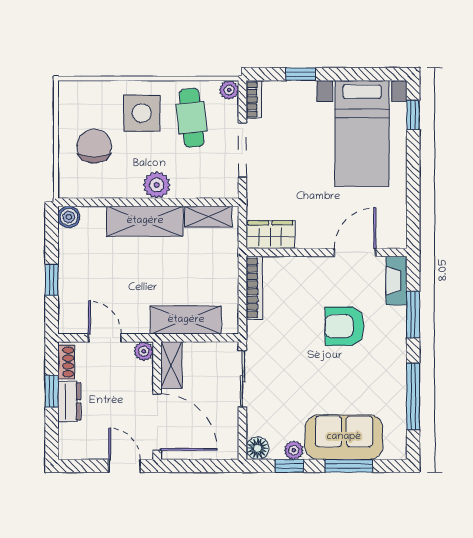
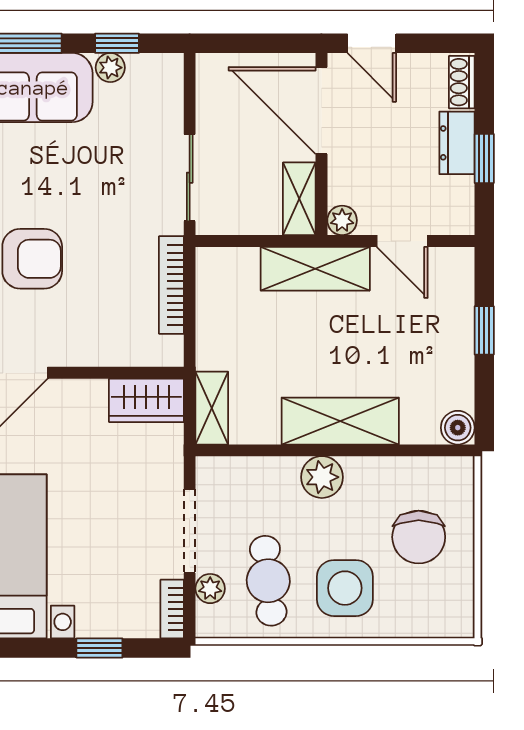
plant: (229, 90) -> (210, 589), moved
shelving: (208, 217) -> (212, 408), moved, turned 90
bookcase: (254, 288) -> (171, 285), moved
shelving: (186, 320) -> (315, 269), moved
shoe rack: (66, 362) -> (462, 82), moved
floor lamp: (258, 448) -> (166, 71), removed

